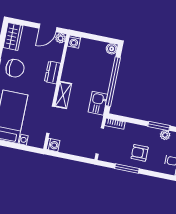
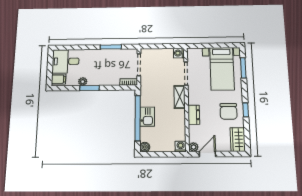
chair: (15, 68) -> (229, 111), turned -90
kitchen sink: (98, 103) -> (147, 117), moved
armchair: (140, 153) -> (102, 62), removed

